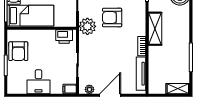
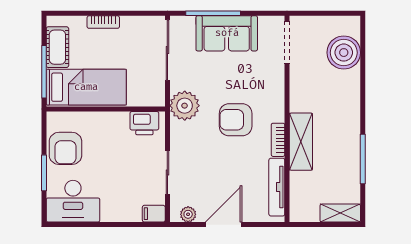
armchair: (112, 17) -> (236, 120), moved
shelving: (155, 29) -> (301, 142), moved
desk: (38, 82) -> (73, 201), moved, width x1.37

